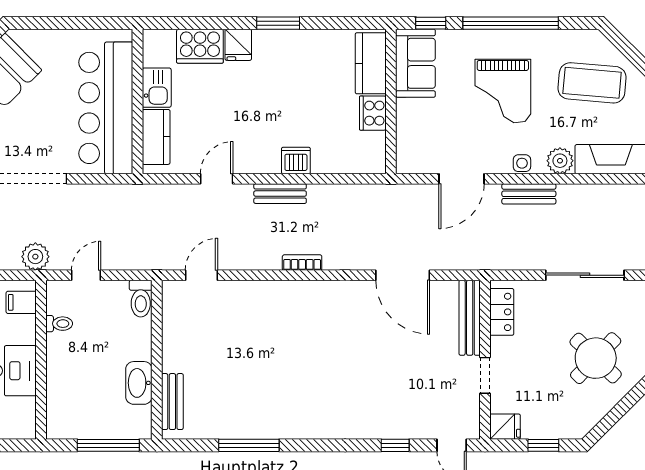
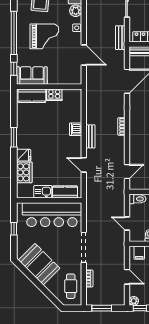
window: (74, 23) -> (14, 229), added
bench: (529, 194) -> (120, 38), moved
plant: (35, 257) -> (119, 246), removed
door: (201, 275) -> (127, 172), swing flipped

